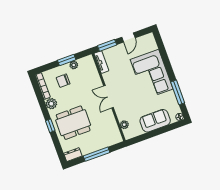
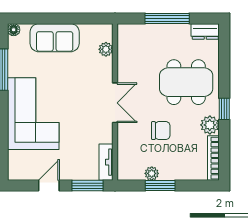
chair: (63, 81) -> (161, 131), moved
window: (50, 126) -> (224, 109), moved

